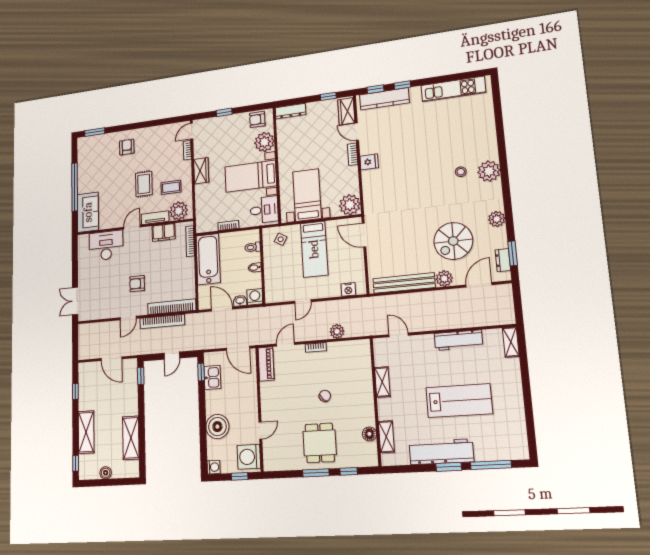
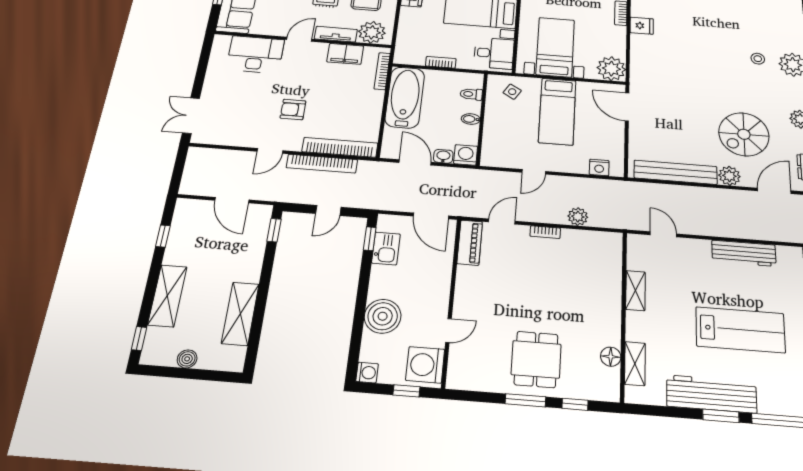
chair: (325, 396) -> (551, 297), removed

